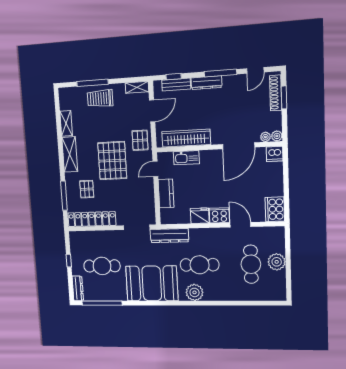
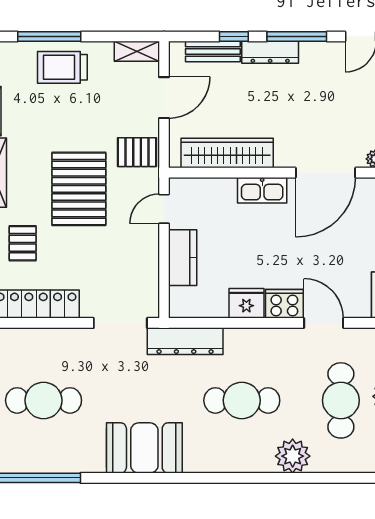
window: (174, 77) -> (234, 36), moved
pallet: (140, 140) -> (137, 152), turned 90
kitchen sink: (186, 158) -> (262, 190), moved
booth: (152, 283) -> (144, 448), width x0.73, depth x0.70
plant: (194, 292) -> (293, 456), moved

